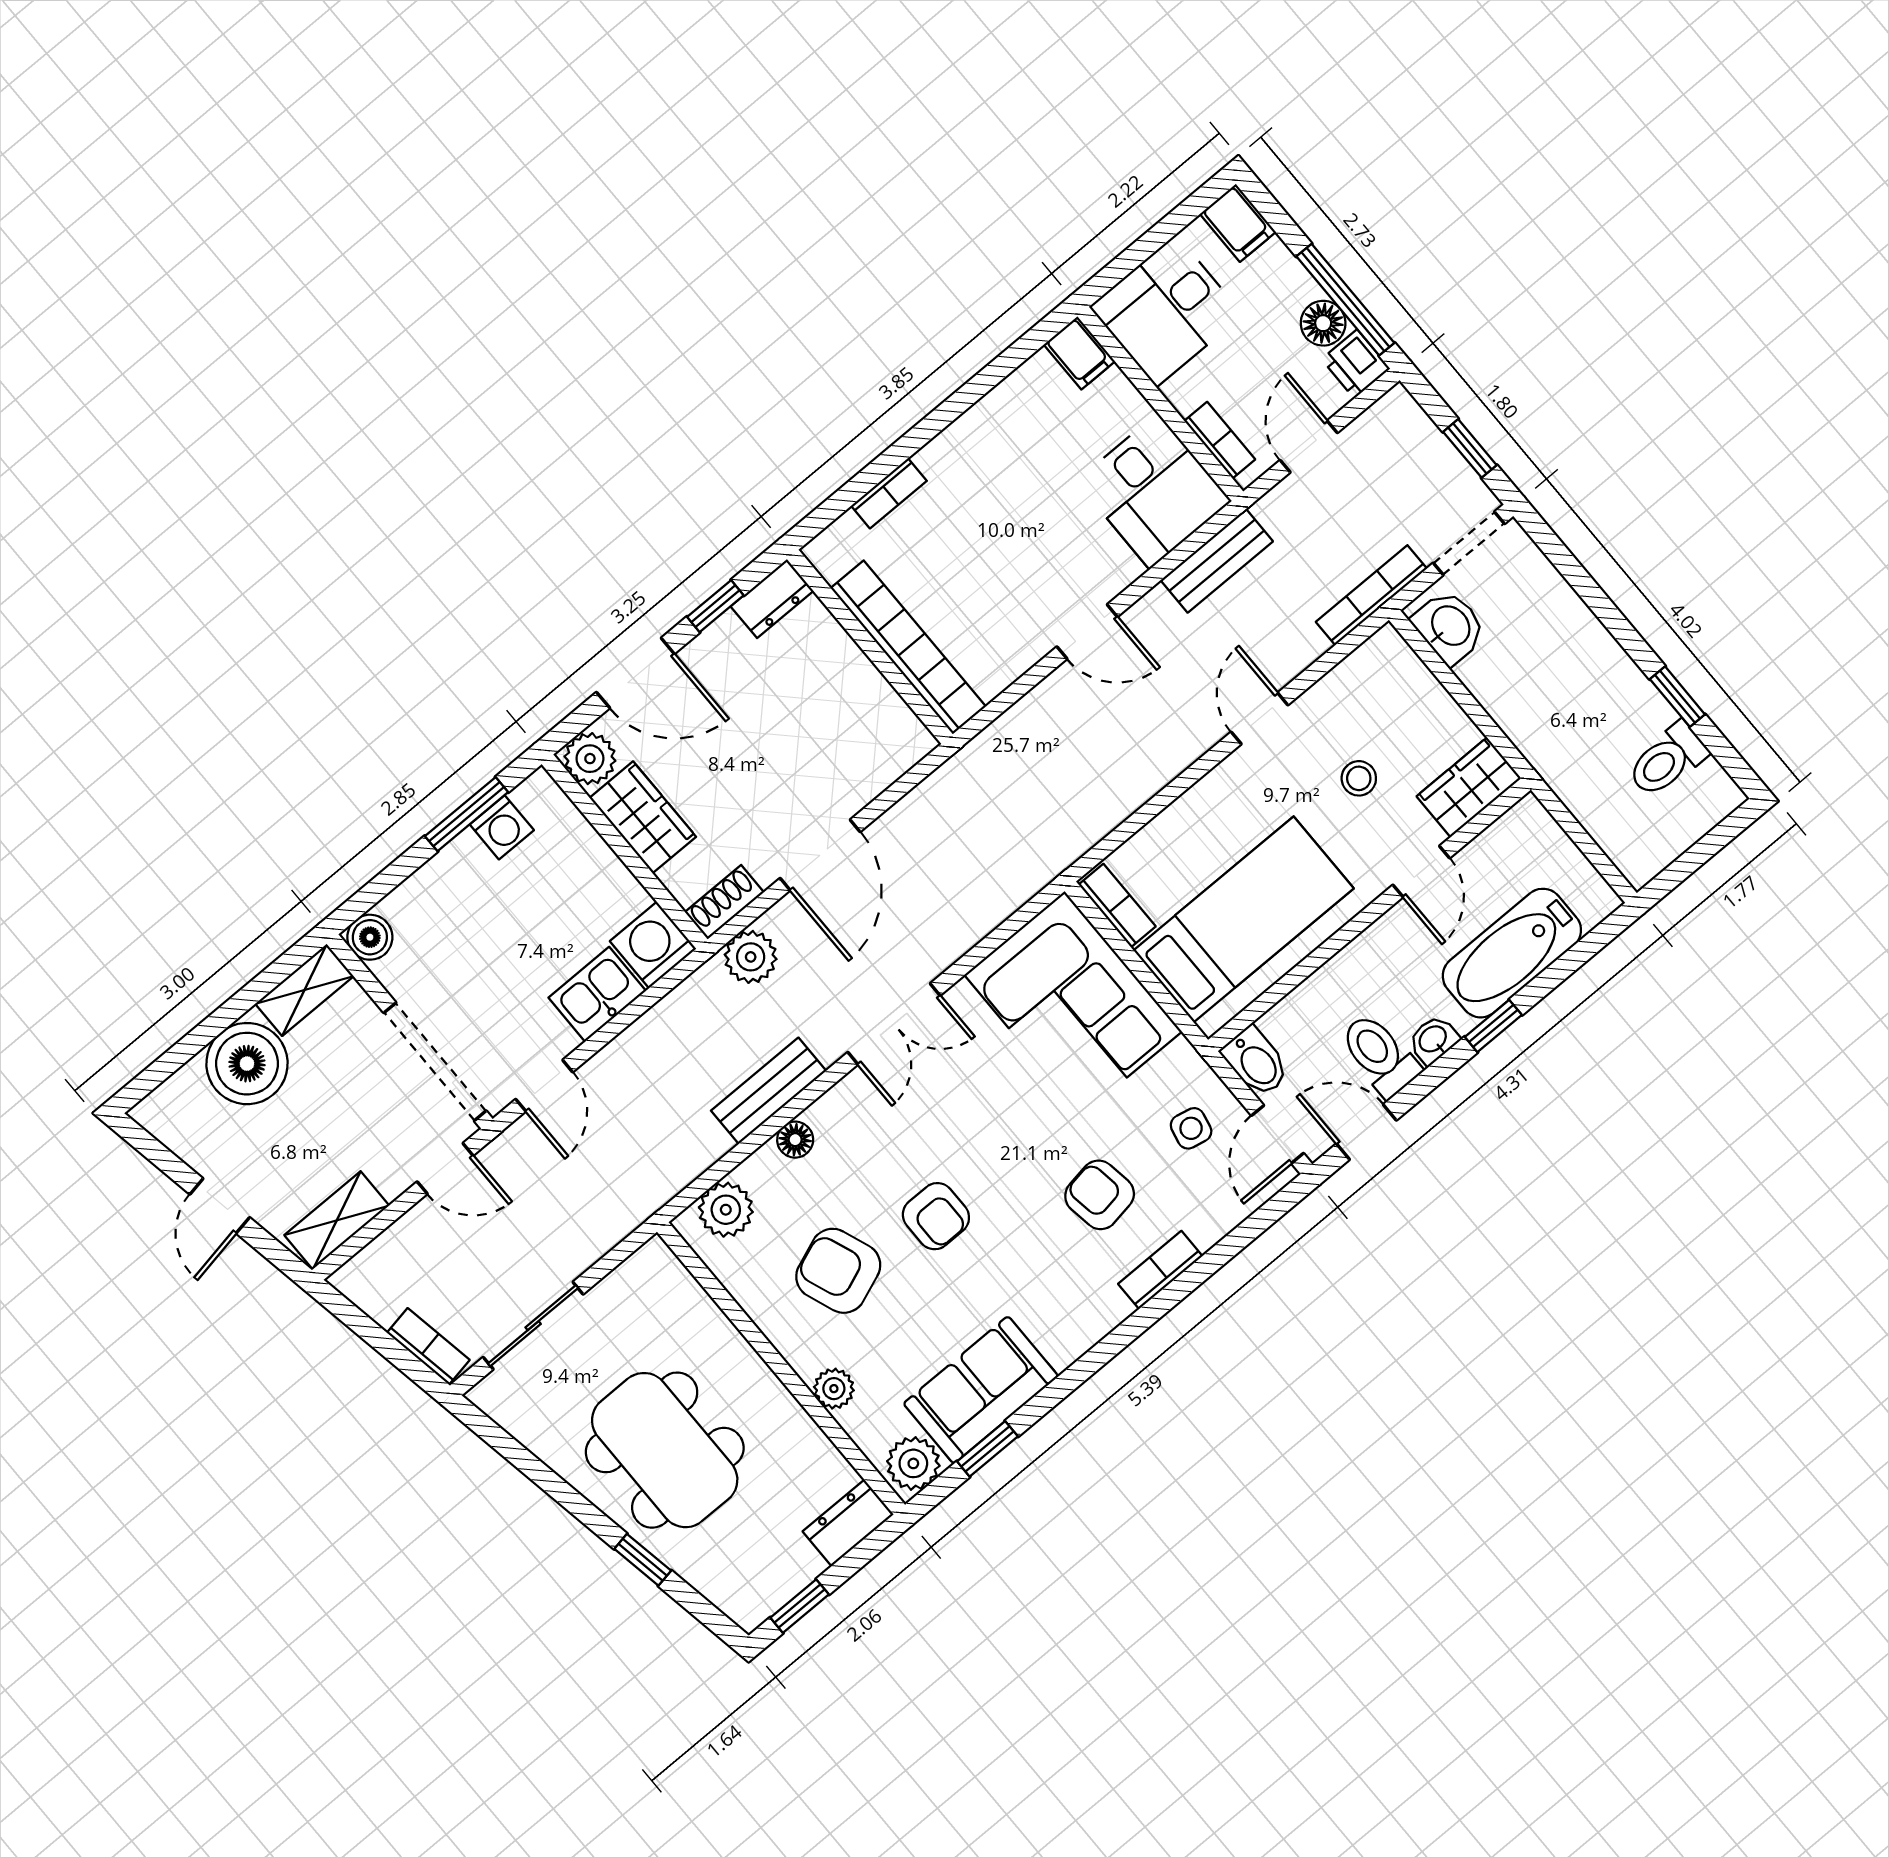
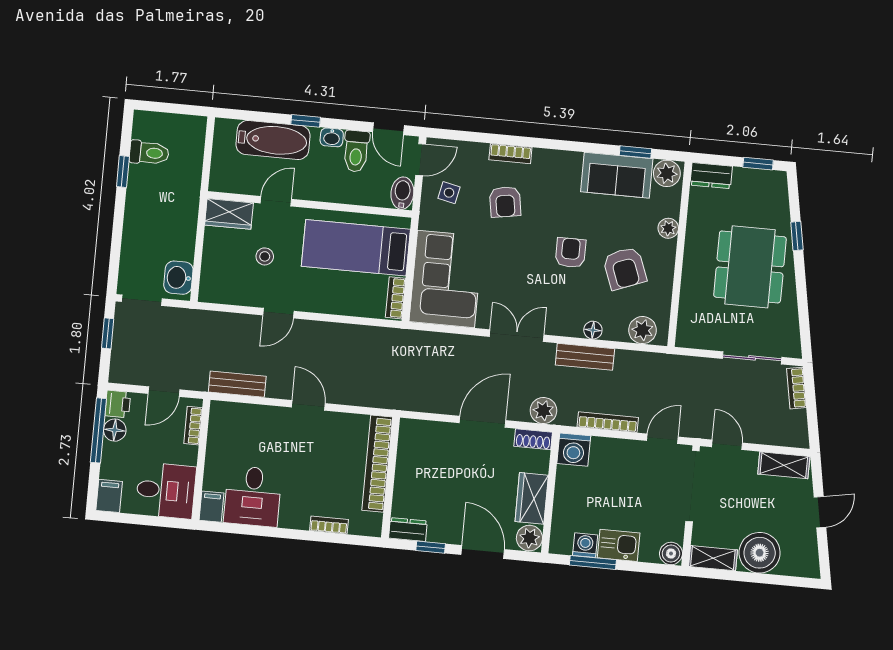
desk: (1154, 491) -> (253, 496), moved, turned 180
bookcase: (1371, 595) -> (608, 422), moved, turned 180
kitchen sink: (597, 994) -> (619, 545), moved, turned 180

